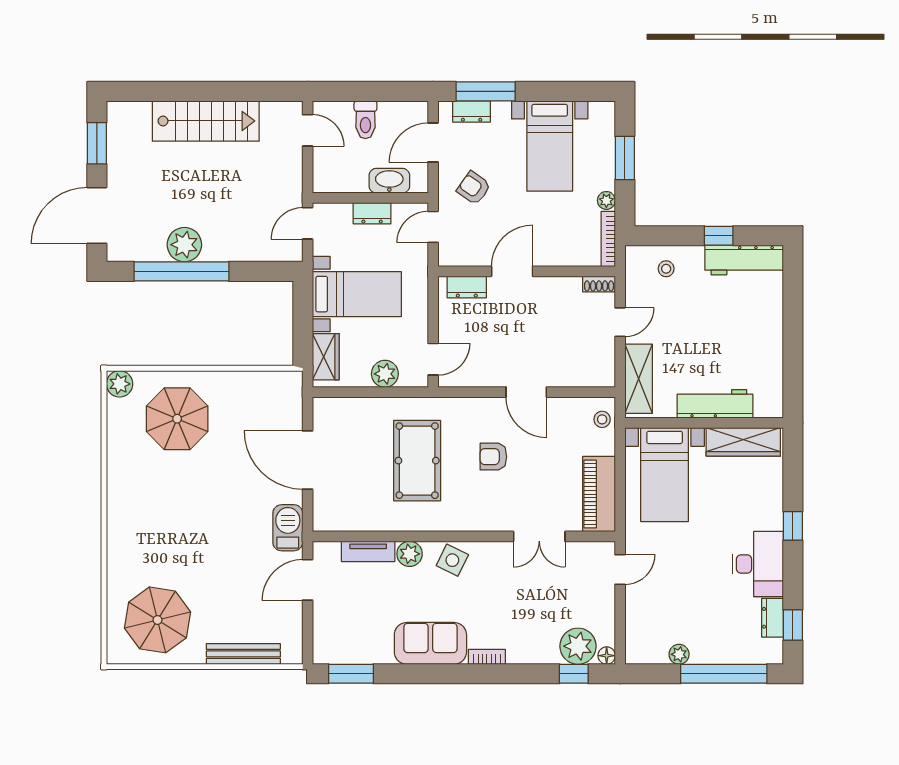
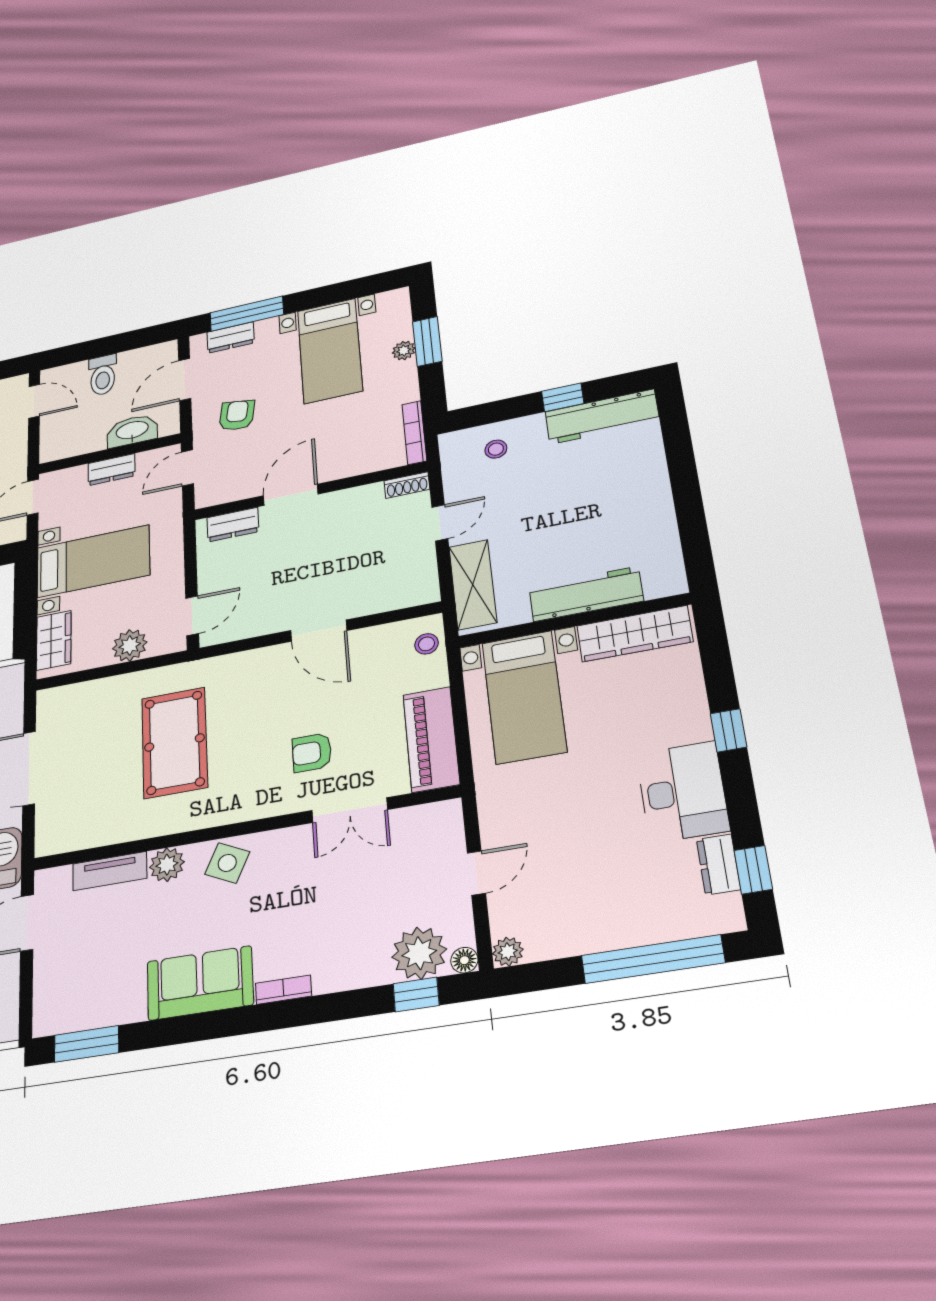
armchair: (474, 188) -> (237, 415), turned 64
plant: (606, 200) -> (404, 351), moved
armchair: (493, 457) -> (312, 753), moved
door: (620, 569) -> (476, 873), moved
plant: (679, 654) -> (508, 952), moved

